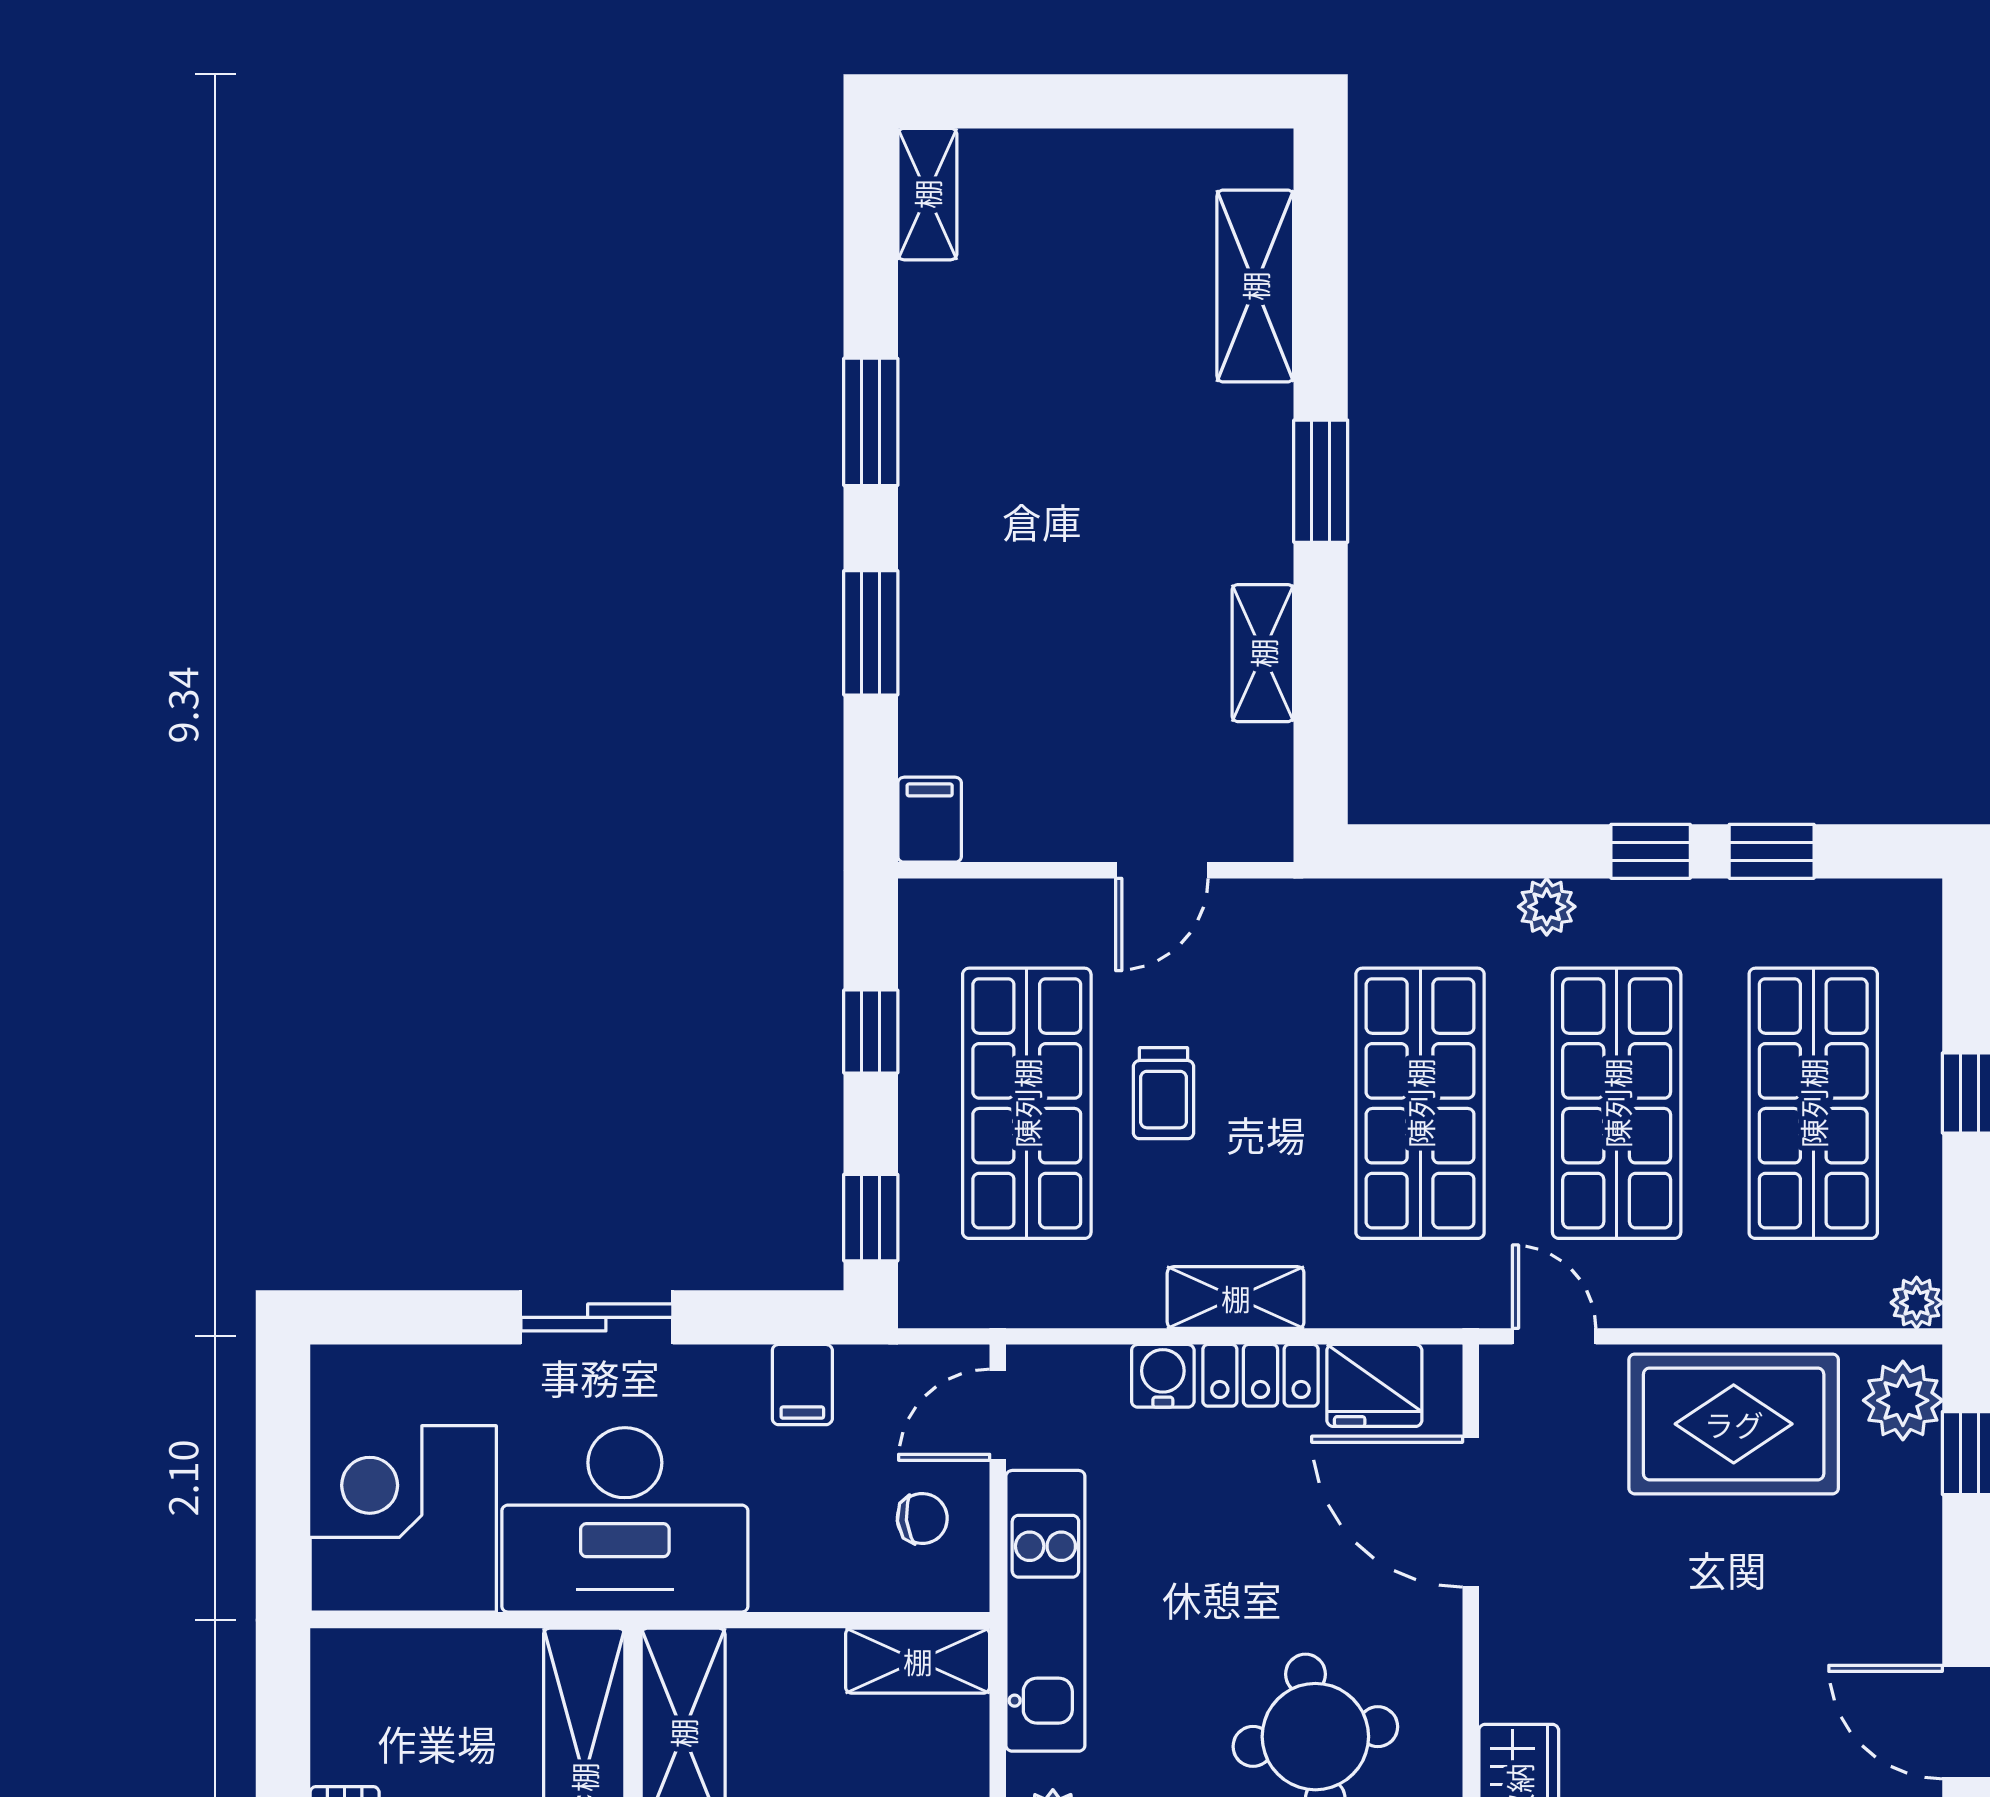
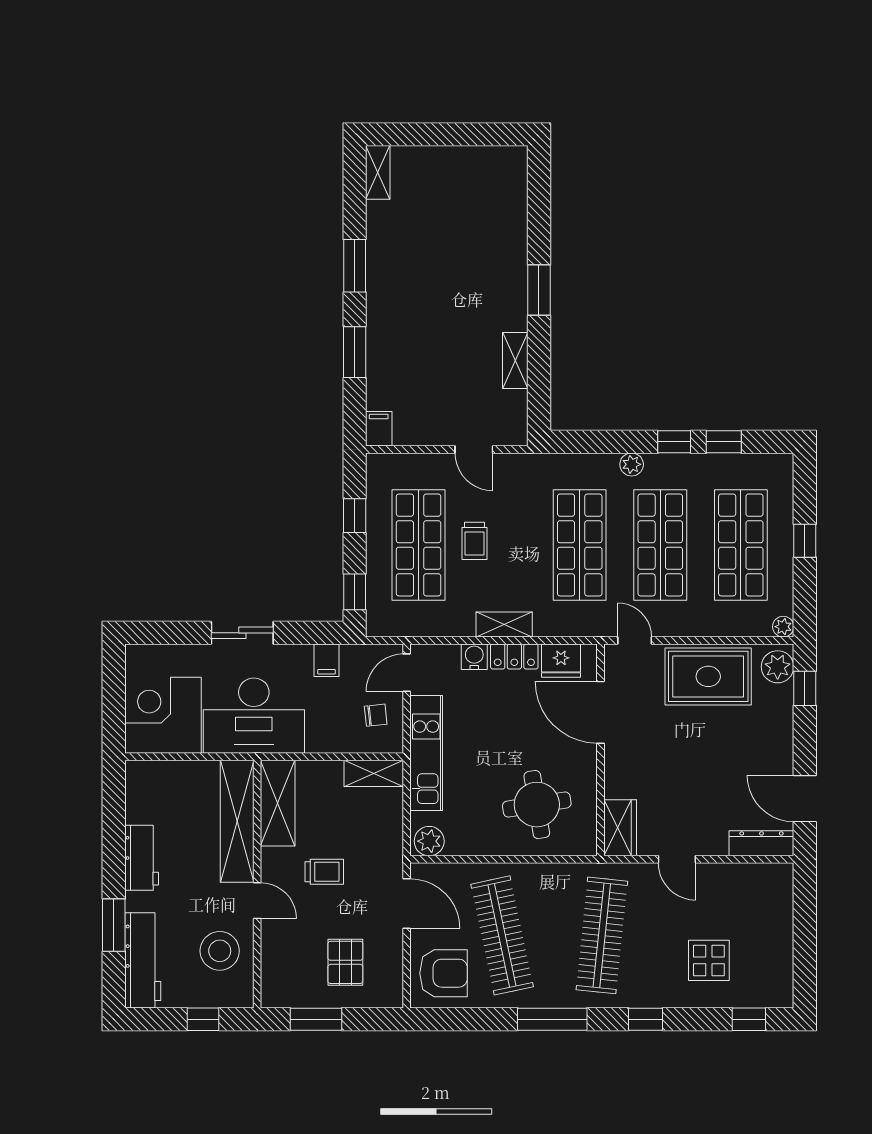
shelving: (1255, 286) -> (512, 210), removed
door: (1162, 870) -> (474, 449), hinge flipped

